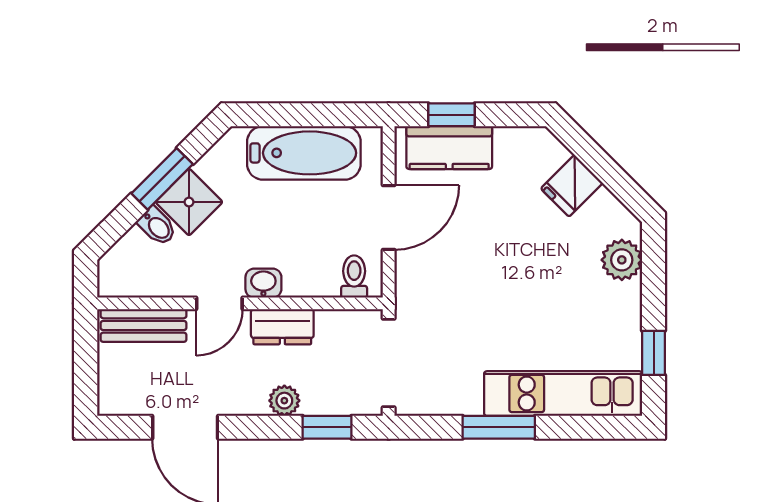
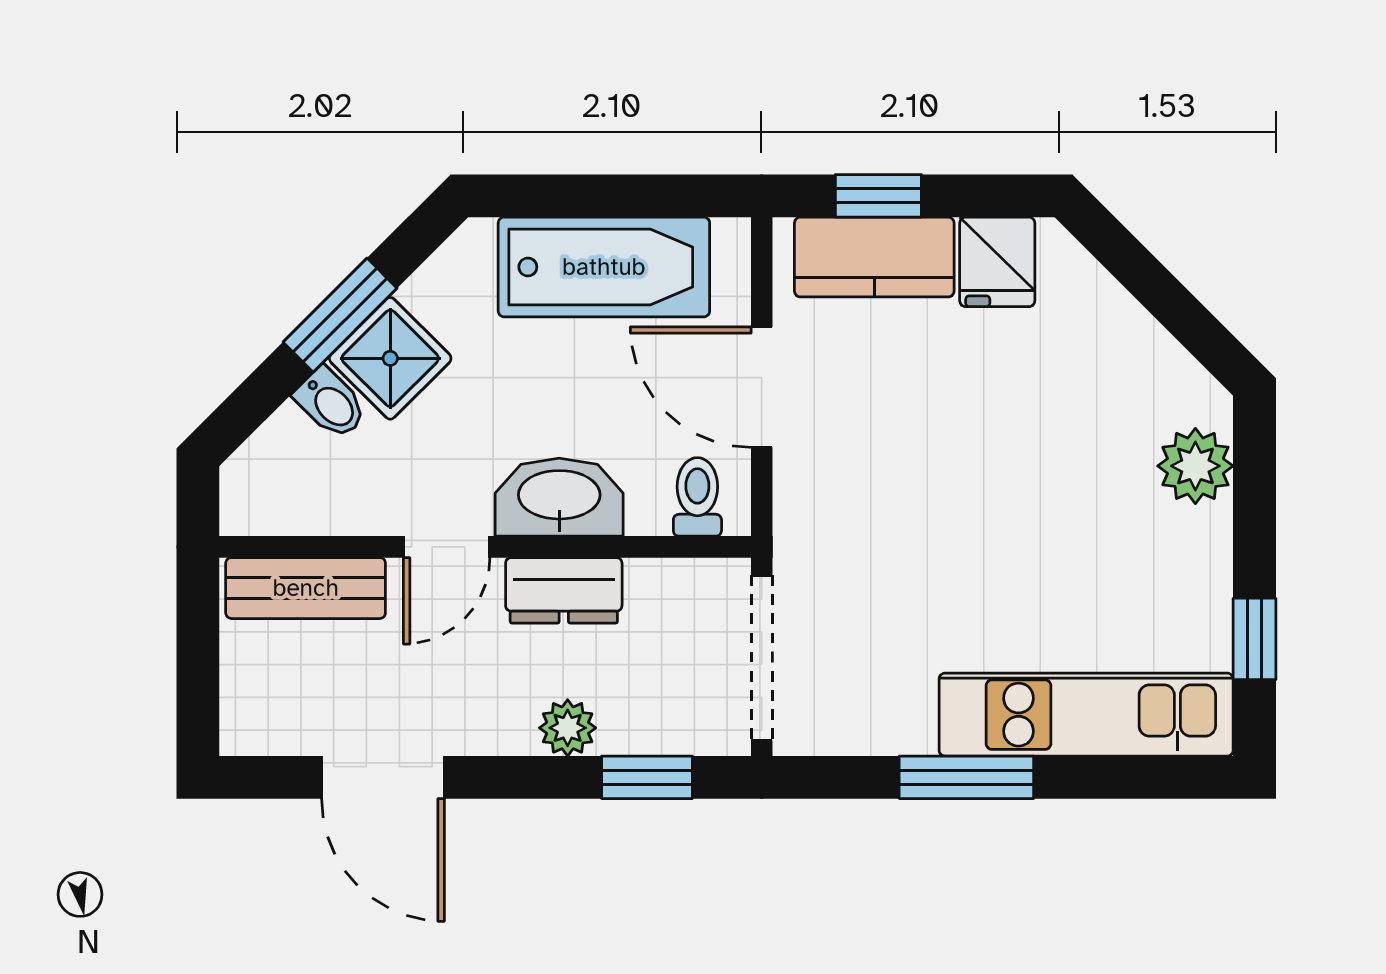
fridge: (572, 186) -> (997, 262), moved, turned -45
door: (389, 217) -> (762, 387), swing flipped
washbasin: (263, 283) -> (559, 497), width x1.91, depth x1.45

